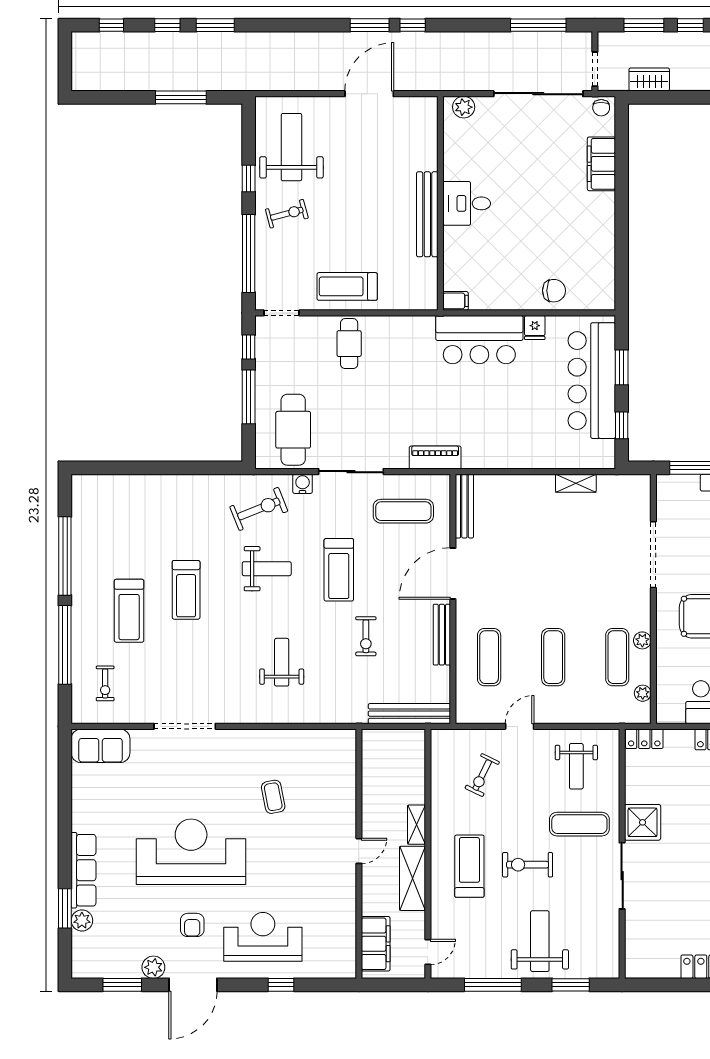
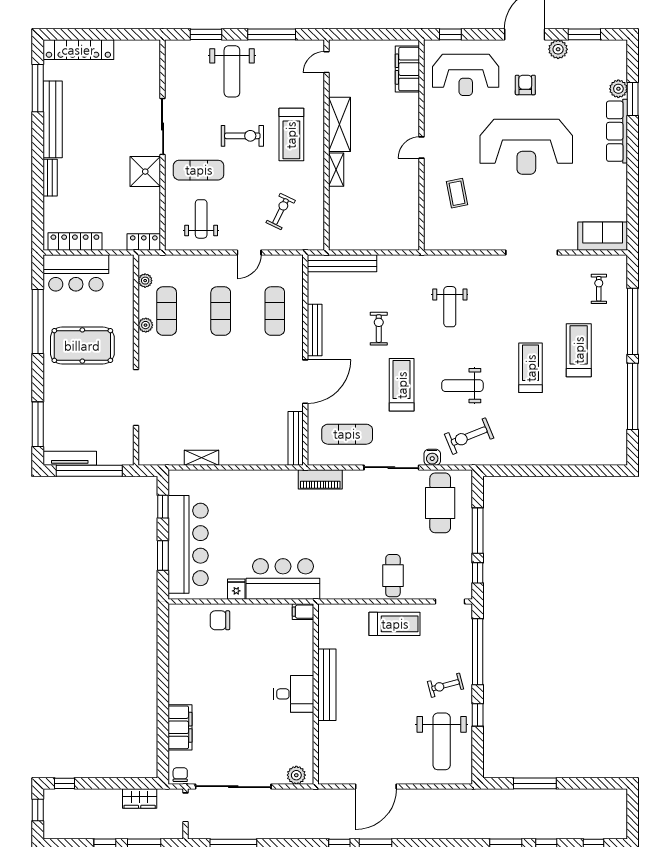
door: (359, 851) -> (422, 147), moved
wall: (359, 854) -> (422, 145), moved
filing cabinet: (376, 944) -> (407, 69), moved

